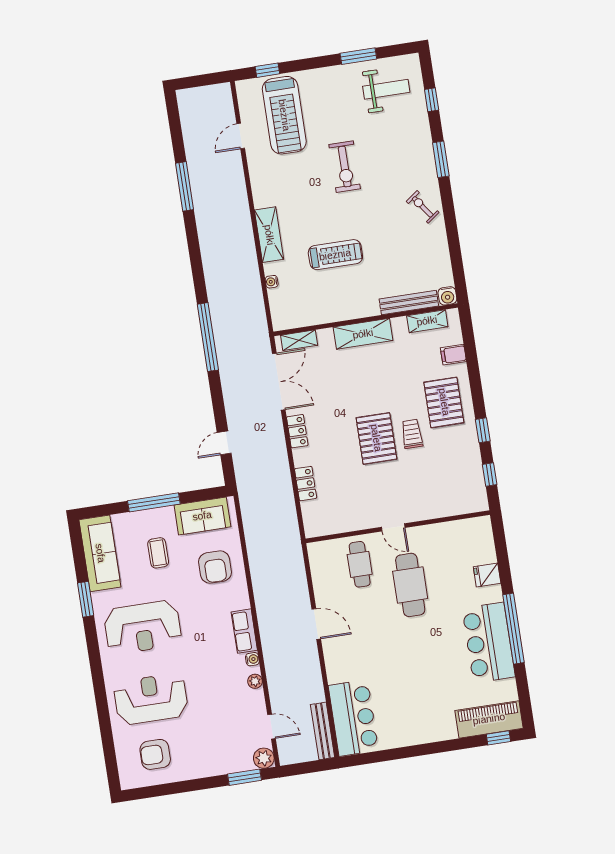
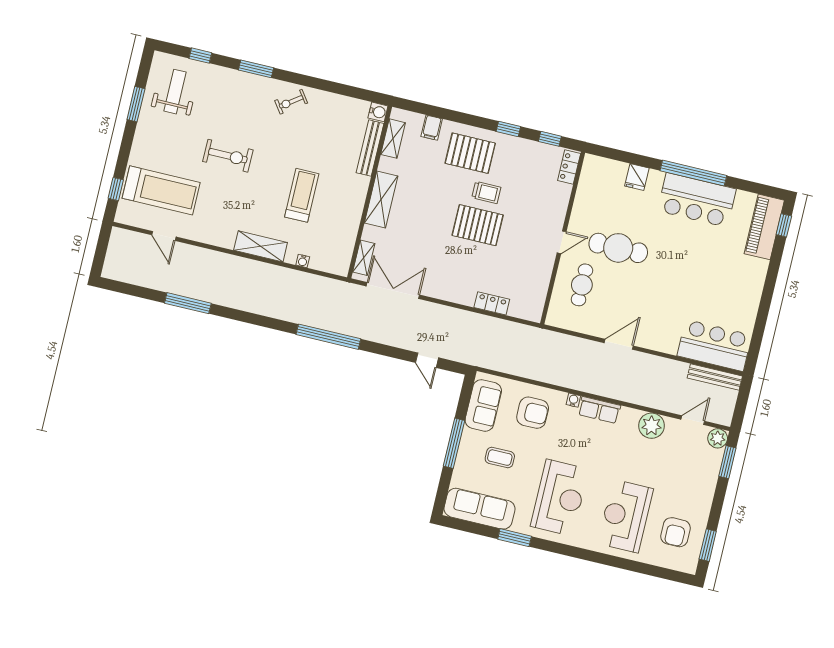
locker: (297, 431) -> (569, 167), moved, turned -90
trolley: (412, 434) -> (486, 192), turned 180
cafe table: (360, 564) -> (582, 285), turned 90
water cooler: (252, 659) -> (573, 400), moved
plant: (255, 681) -> (651, 426), width x1.88, depth x1.88
window: (155, 791) -> (708, 545), added

